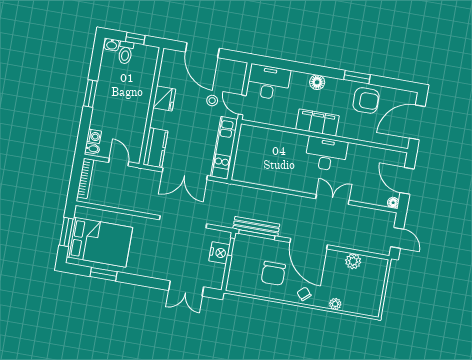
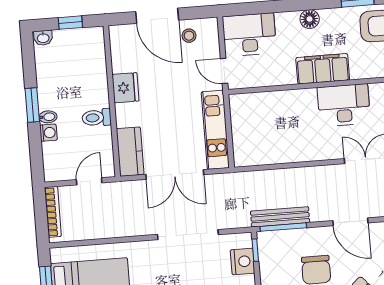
toilet: (126, 53) -> (97, 118), moved, turned 90
stool: (212, 101) -> (189, 36), moved
washing machine: (94, 136) -> (48, 133), moved
bidet: (92, 149) -> (48, 117), moved
door: (119, 162) -> (89, 181), hinge flipped
door: (309, 244) -> (350, 222), width x0.73

